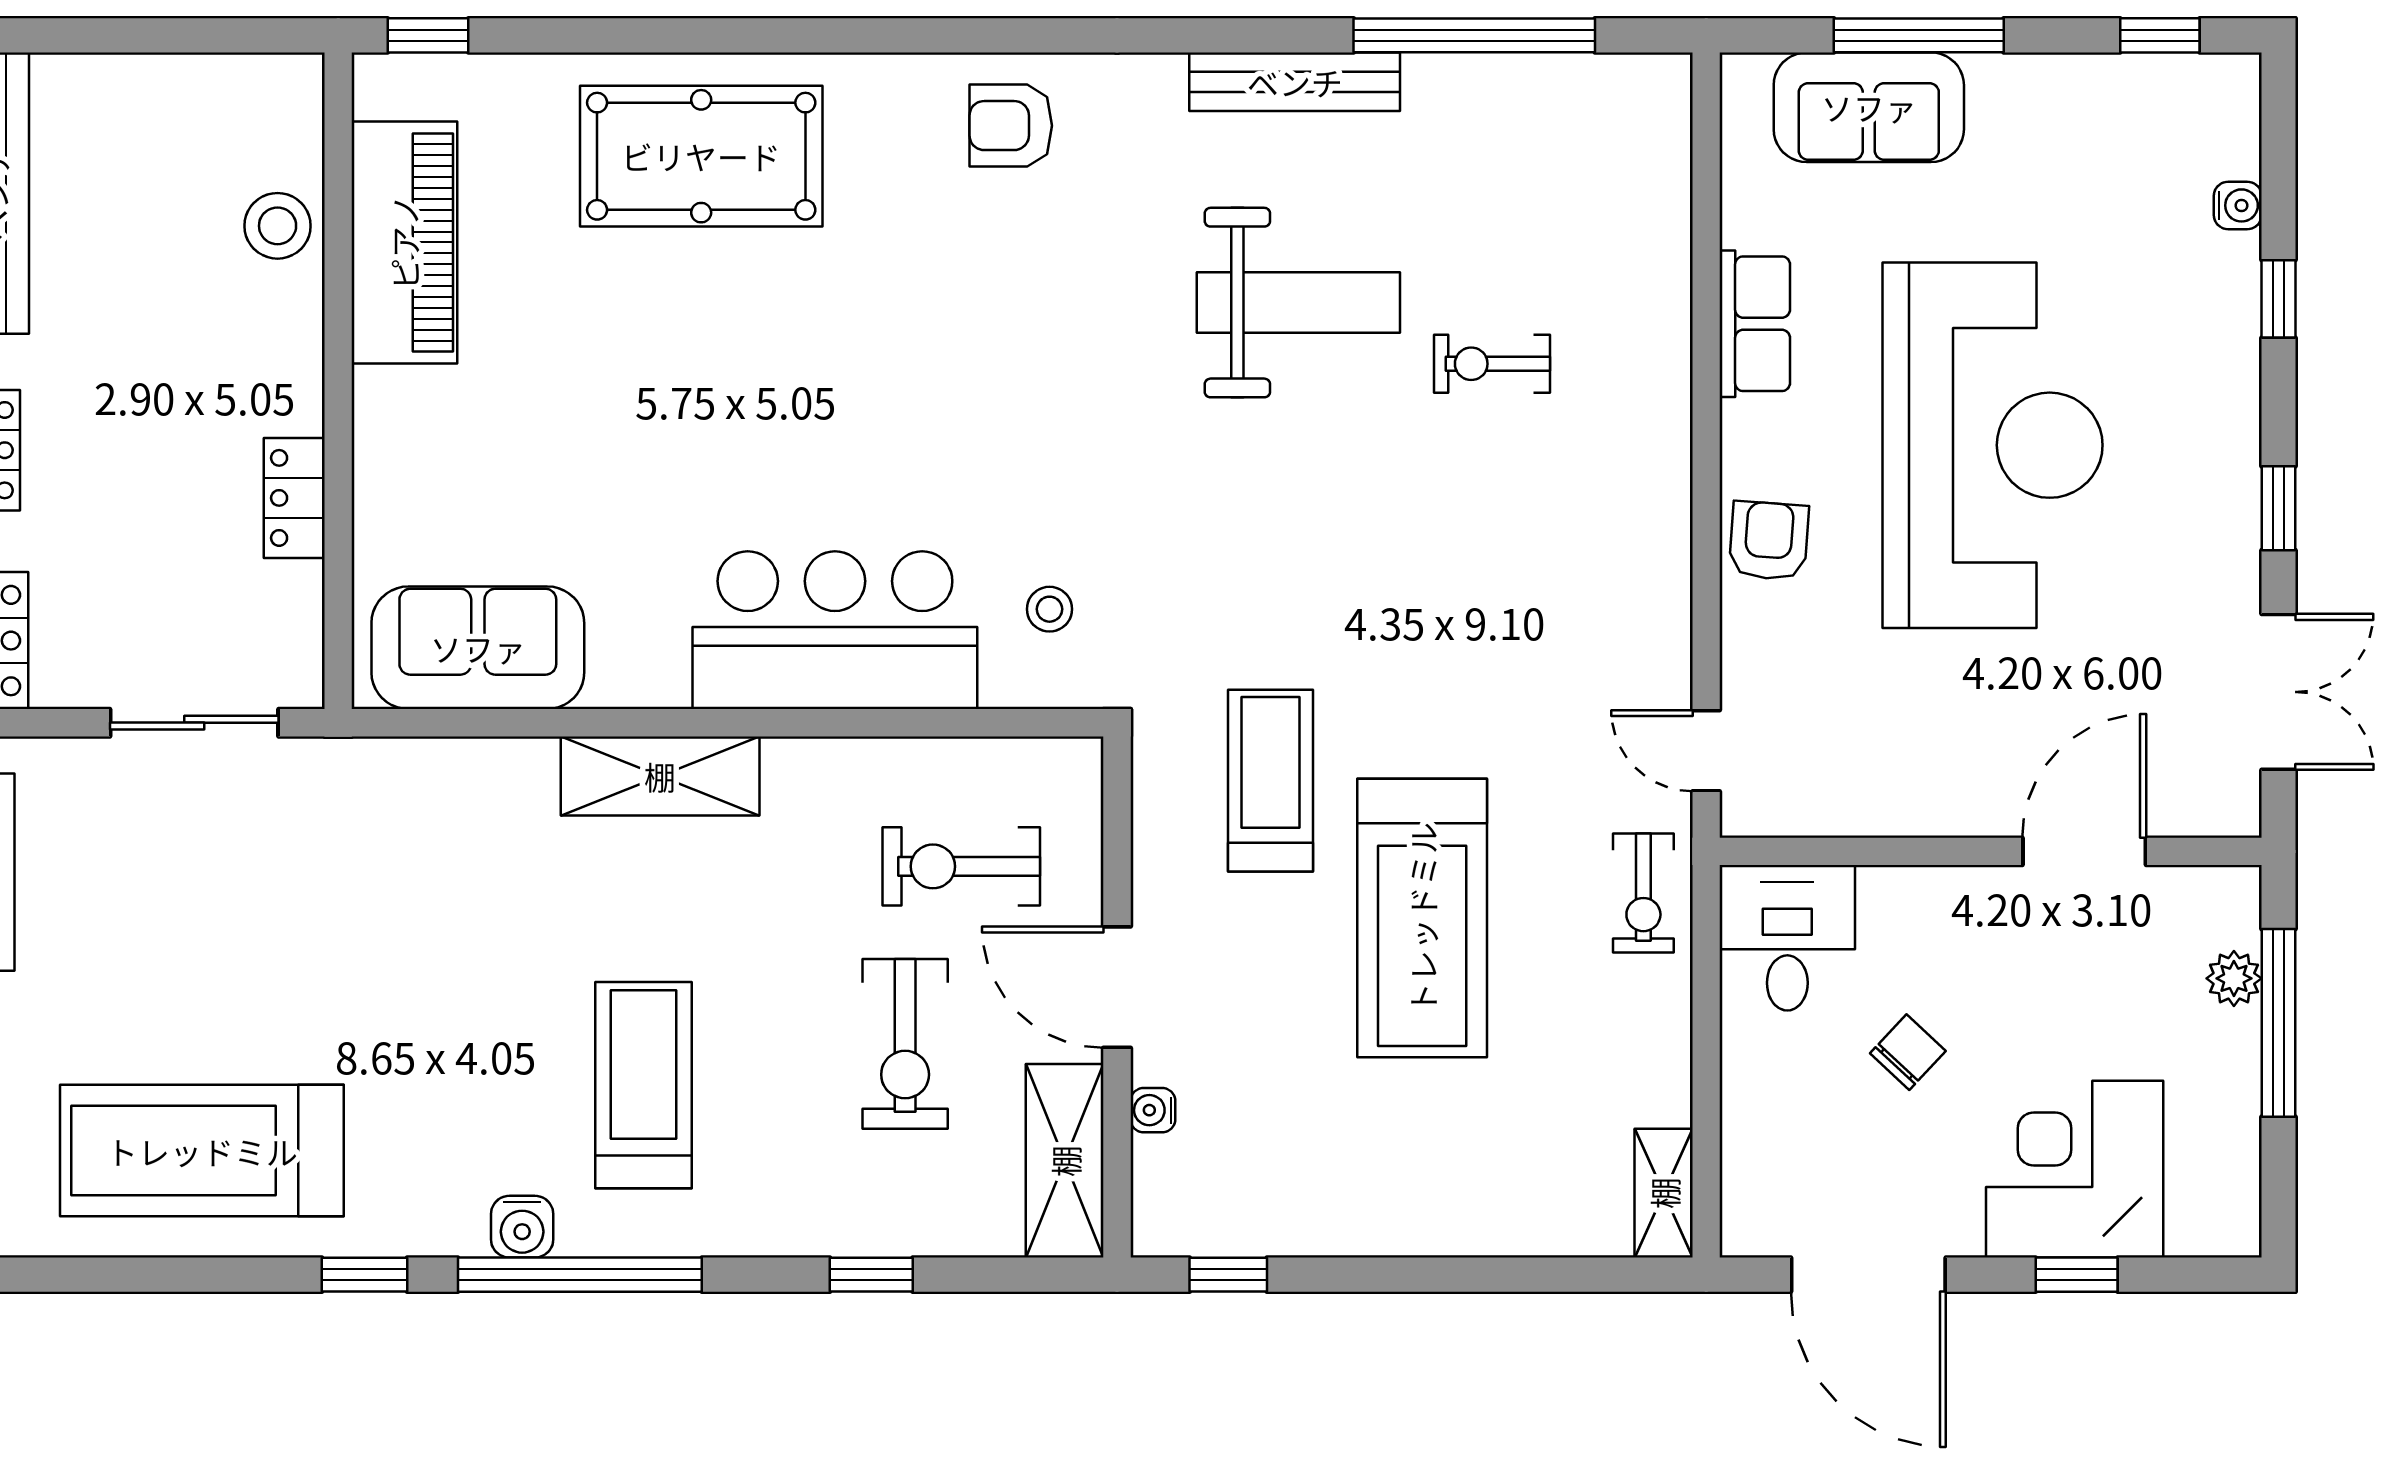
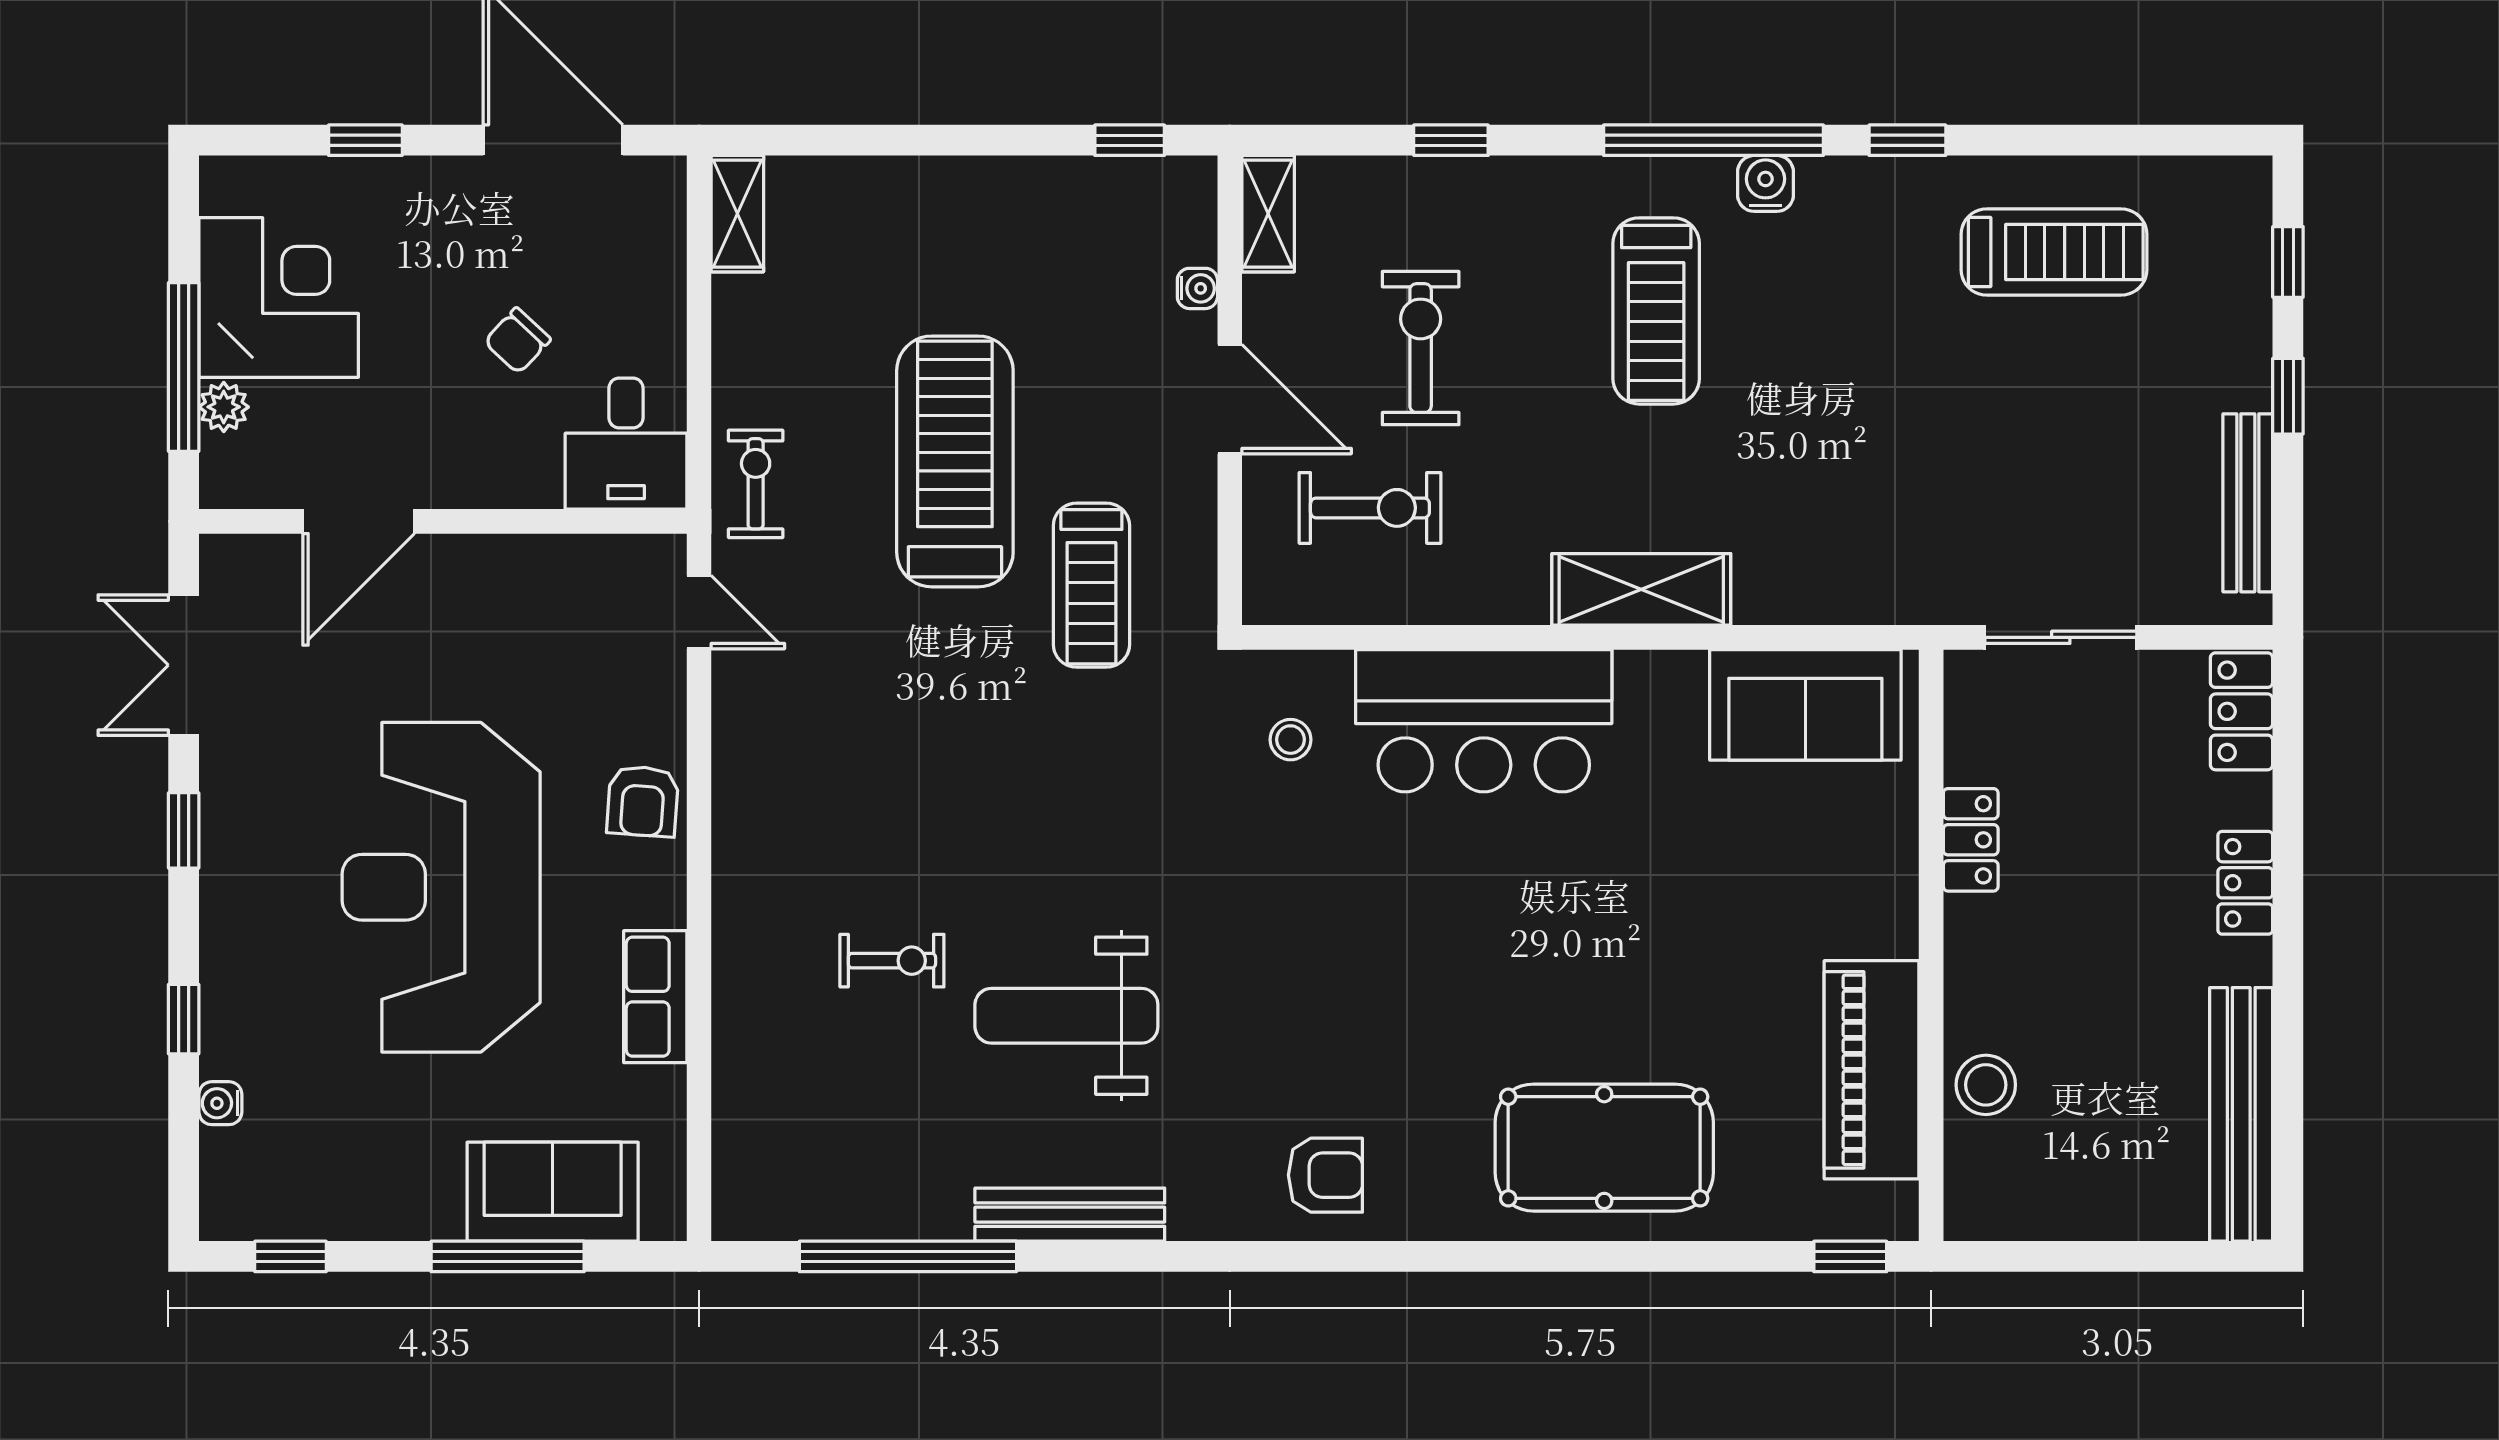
treadmill: (202, 1151) -> (2054, 252), width x0.73, depth x0.73
shelving: (1065, 1161) -> (1268, 214), width x0.67, depth x0.75
corner desk: (2075, 1169) -> (279, 298), moved, turned -90

